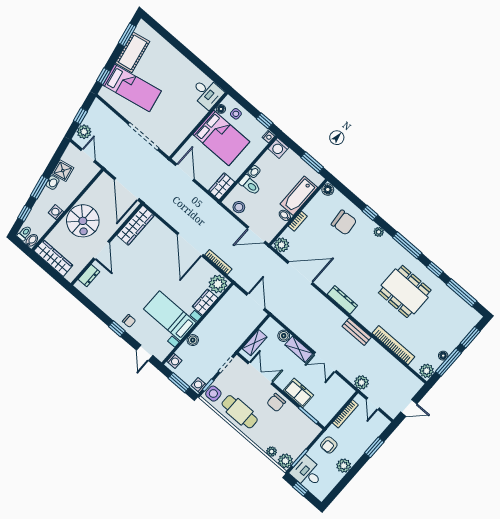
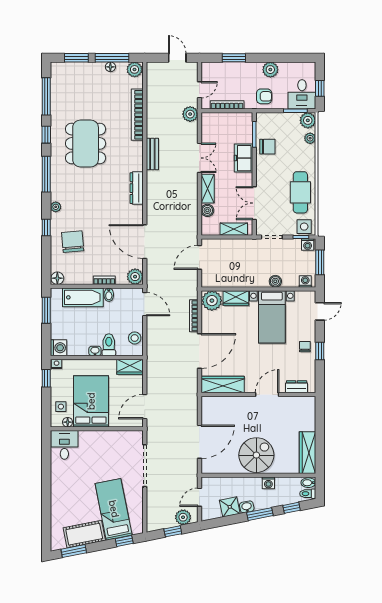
wardrobe: (135, 225) -> (223, 384), moved
wall: (107, 244) -> (258, 394), moved
door: (101, 250) -> (267, 394), moved
dresser: (89, 276) -> (297, 387), moved
chair: (276, 403) -> (267, 147), moved

